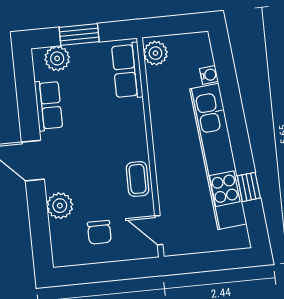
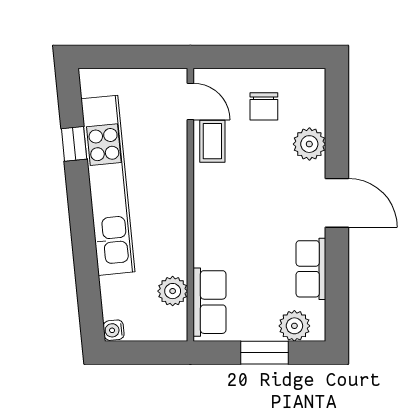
plant: (155, 53) -> (173, 291), moved
water cooler: (209, 75) -> (114, 330), moved
coffee table: (138, 179) -> (212, 141), moved
chair: (99, 232) -> (264, 106), turned 180

